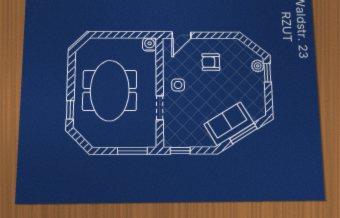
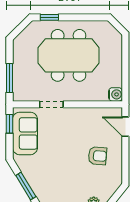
armchair: (211, 62) -> (97, 156), turned 95
side table: (178, 85) -> (74, 123), removed
sofa: (229, 124) -> (25, 133), moved, turned 31

